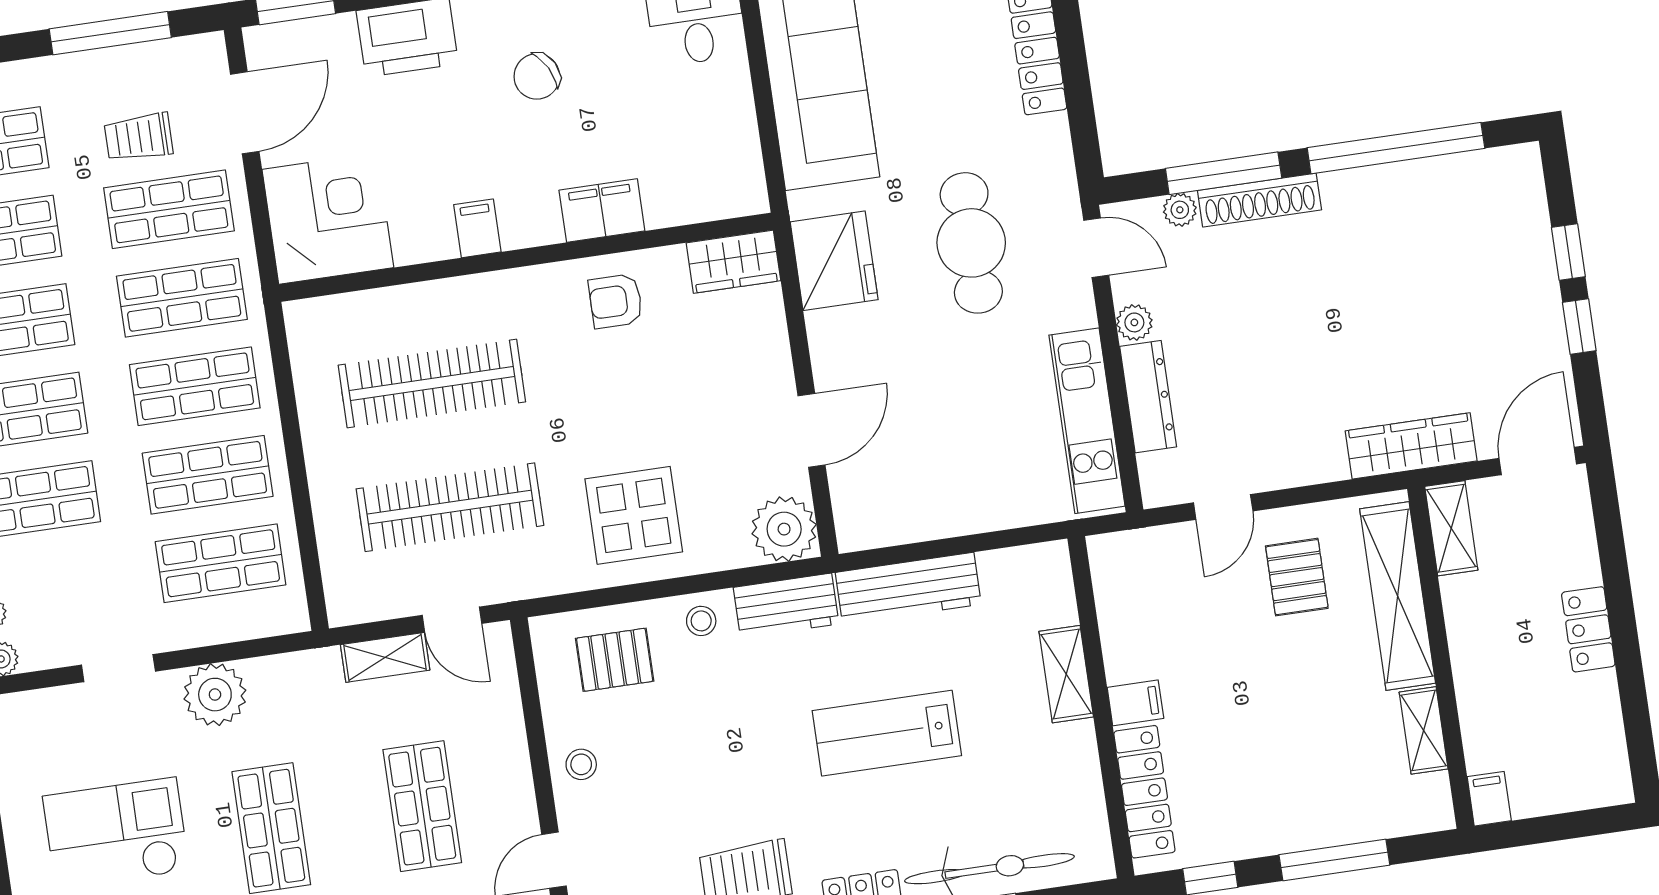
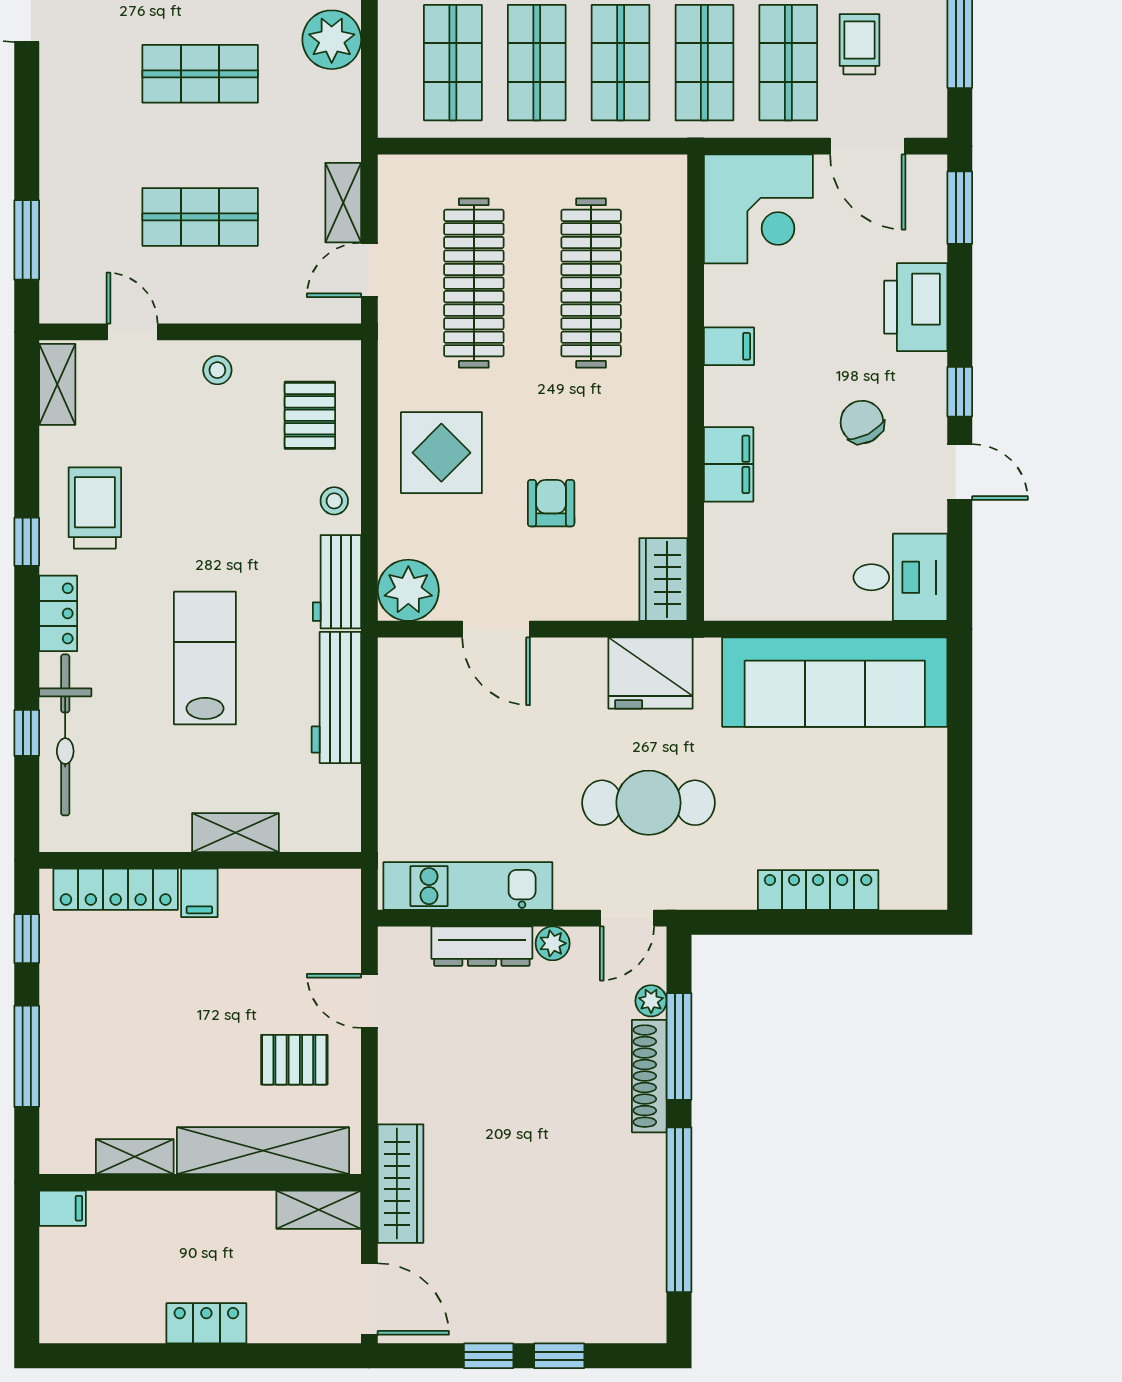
armchair: (616, 301) -> (551, 503), moved

